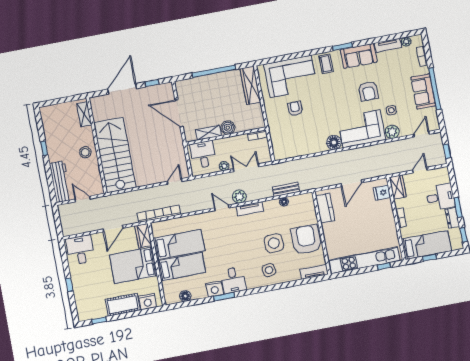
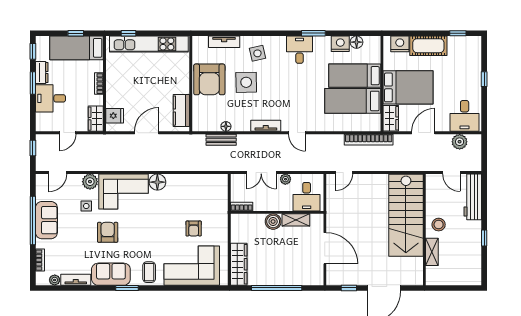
shelving: (84, 114) -> (432, 252), moved
plant: (239, 197) -> (460, 142), moved
tv unit: (314, 272) -> (224, 42), moved
nightstand: (215, 289) -> (340, 44), moved

